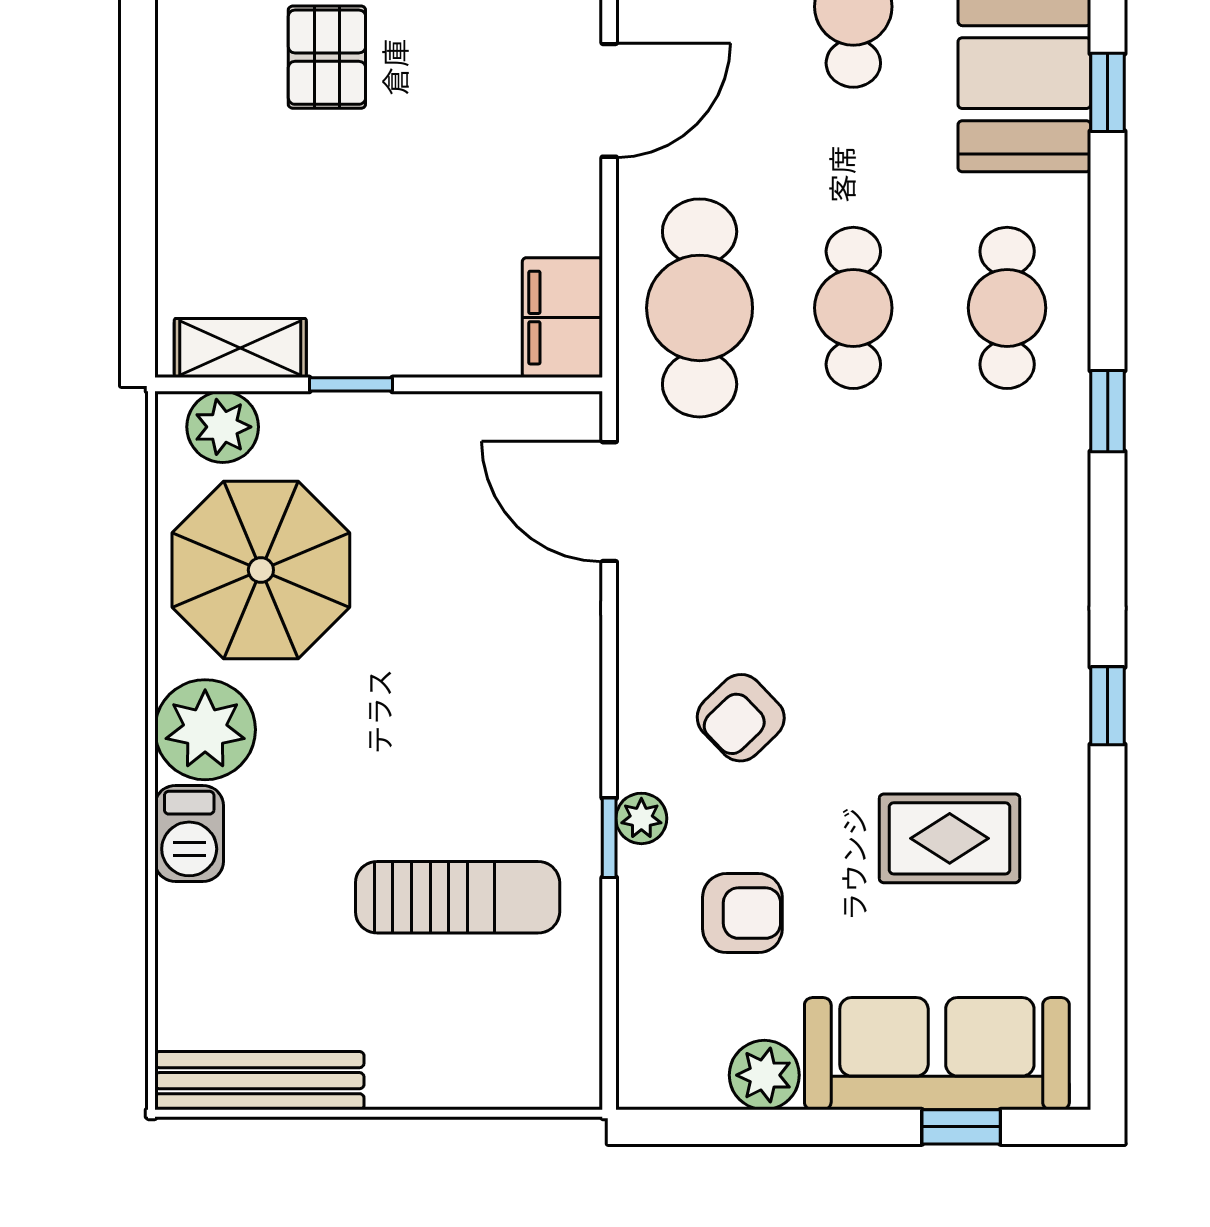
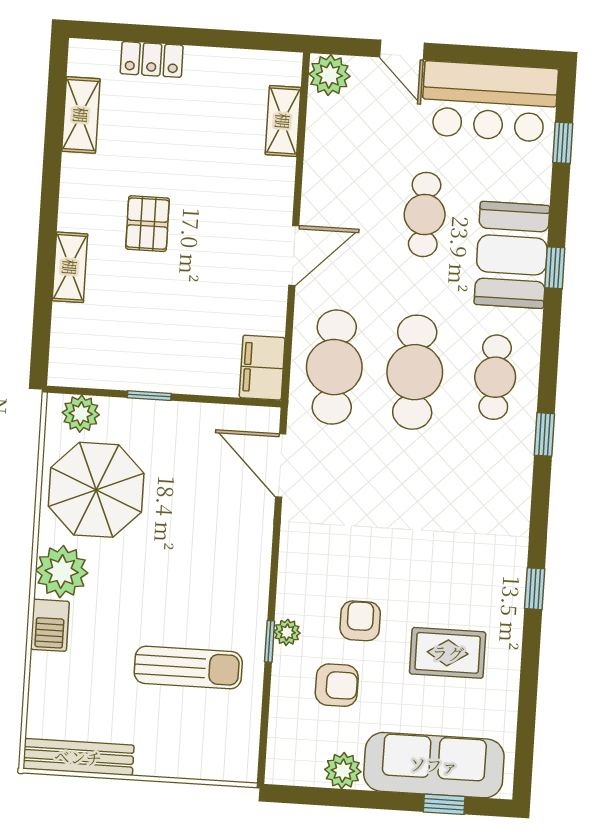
cafe table: (853, 308) -> (415, 372), width x1.37, depth x1.35
shelving: (240, 348) -> (70, 267), moved, turned 90
armchair: (741, 718) -> (360, 621), moved, turned 134

